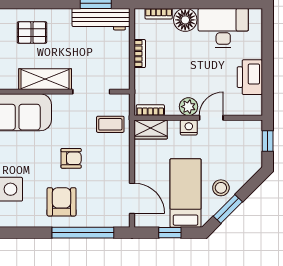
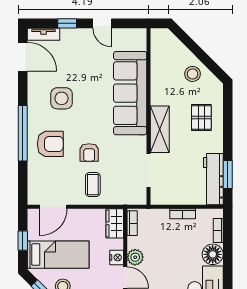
coffee table: (110, 124) -> (93, 185), moved
window: (83, 233) -> (23, 133), moved

